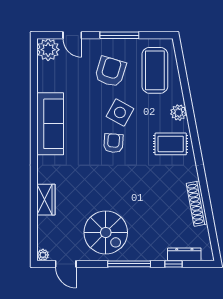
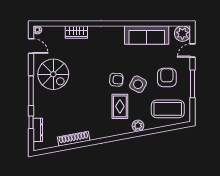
armchair: (110, 72) -> (167, 78), turned -107
sofa: (50, 124) -> (147, 35), moved
rug: (171, 144) -> (120, 106), moved
spiral stairs: (106, 232) -> (53, 74), turned -90
door: (66, 264) -> (31, 46), swing flipped

